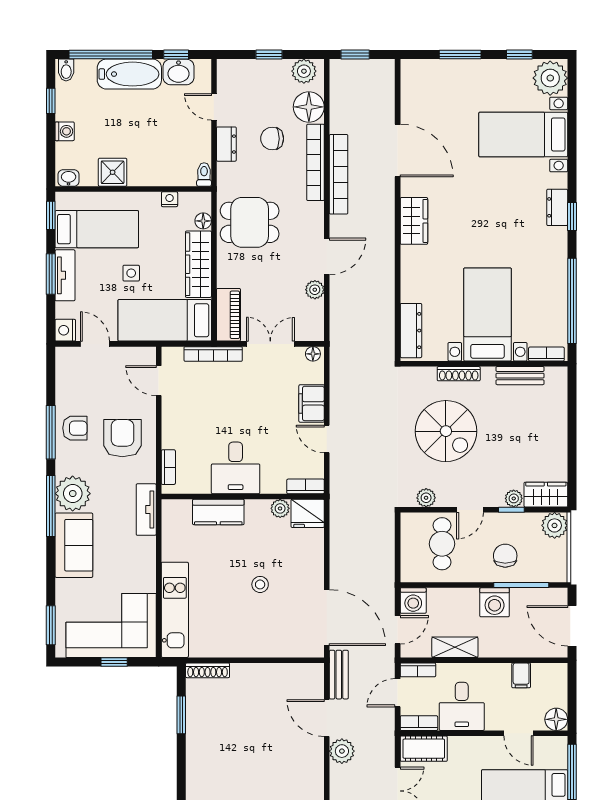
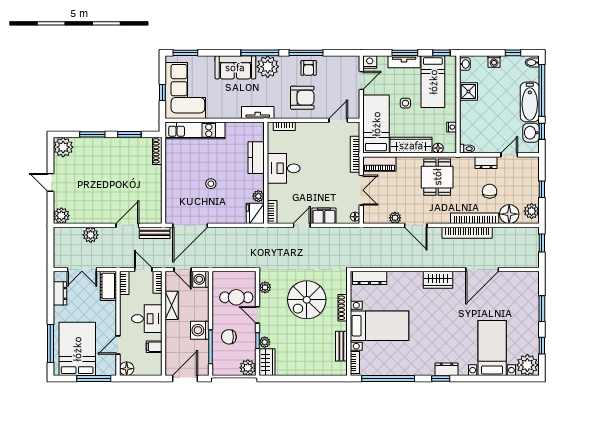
chair: (505, 556) -> (229, 337), turned 180
desk: (462, 706) -> (147, 319), moved, turned 180
plant: (342, 751) -> (91, 235), moved
window: (181, 774) -> (92, 134), added

